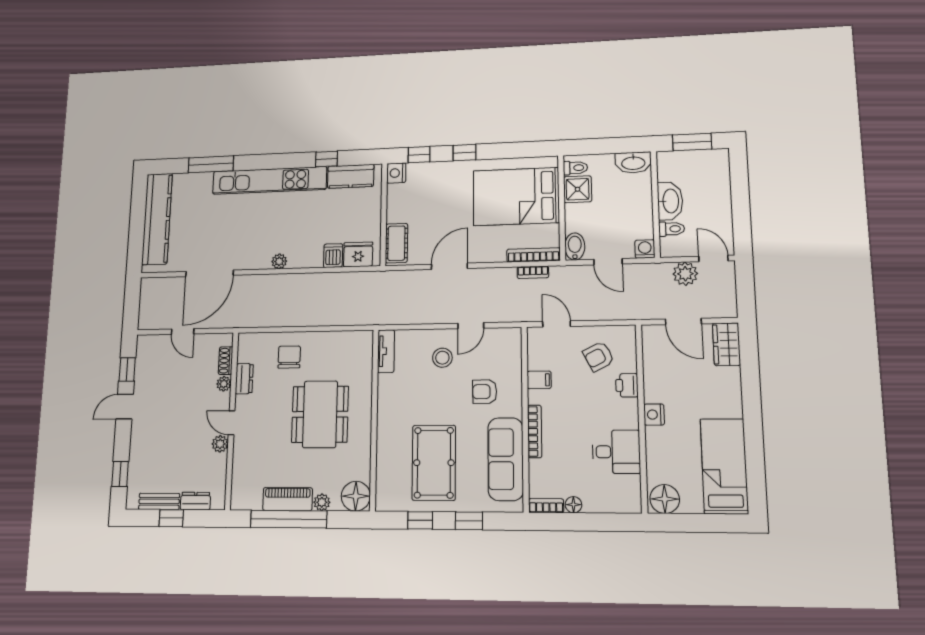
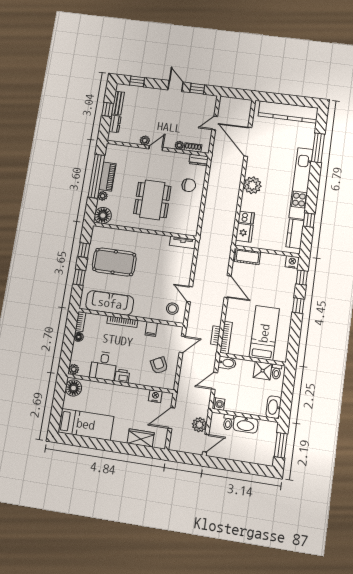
bed: (516, 197) -> (264, 333), width x0.67
plant: (279, 261) -> (252, 185), width x1.87, depth x1.87
wardrobe: (726, 344) -> (141, 438), moved
stool: (442, 358) -> (172, 309), moved
dresser: (244, 379) -> (199, 160), moved
printer: (627, 385) -> (122, 376), moved
armchair: (485, 392) -> (150, 297), removed
dining table: (320, 414) -> (152, 200), turned 90
nightstand: (654, 415) -> (155, 396), moved
plant: (632, 504) -> (74, 369), added

